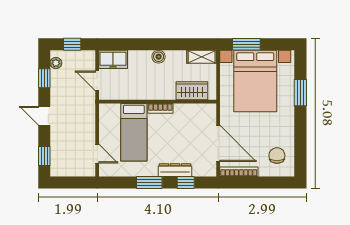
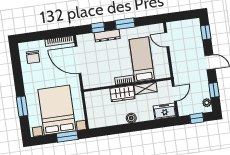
shelving: (202, 57) -> (146, 88), moved
door: (97, 81) -> (174, 94), hinge flipped
wardrobe: (192, 91) -> (122, 94), moved

